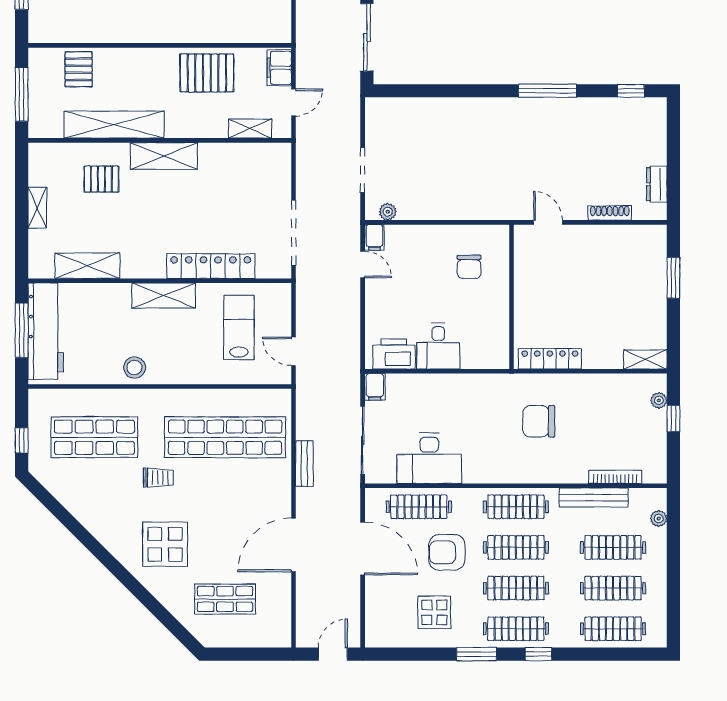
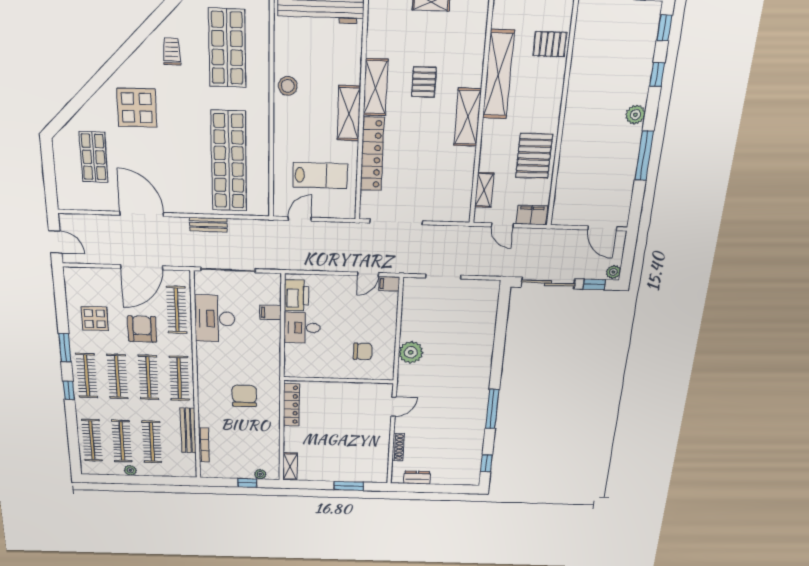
pallet: (101, 179) -> (424, 82), moved
plant: (388, 212) -> (411, 352), moved, width x1.88, depth x1.88
shelving: (87, 266) -> (376, 87), moved
chair: (469, 267) -> (363, 351), turned 180
filing cabinet: (375, 387) -> (270, 312), moved
trolley: (158, 478) -> (172, 51), moved, turned 180
plant: (659, 519) -> (130, 470), moved

